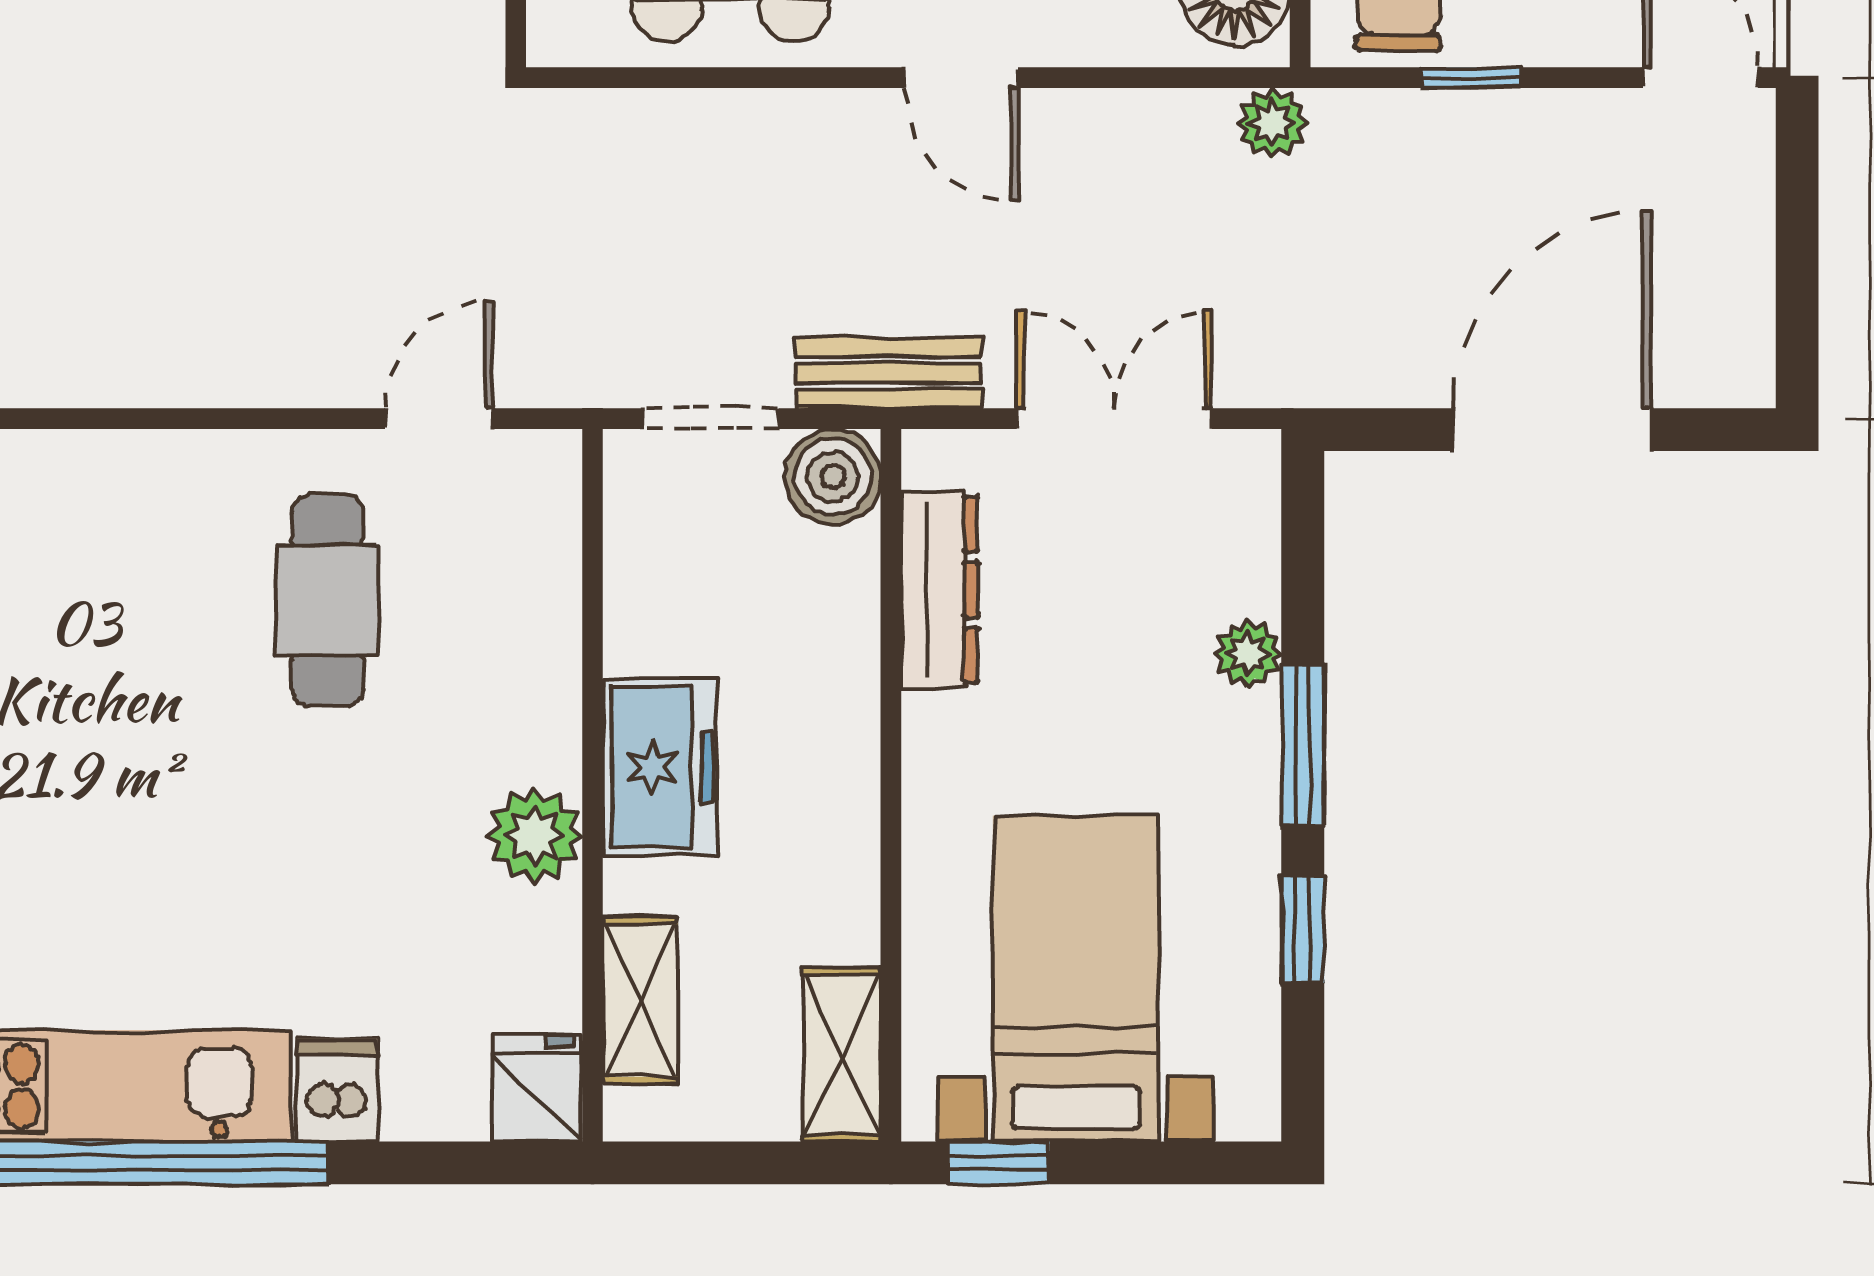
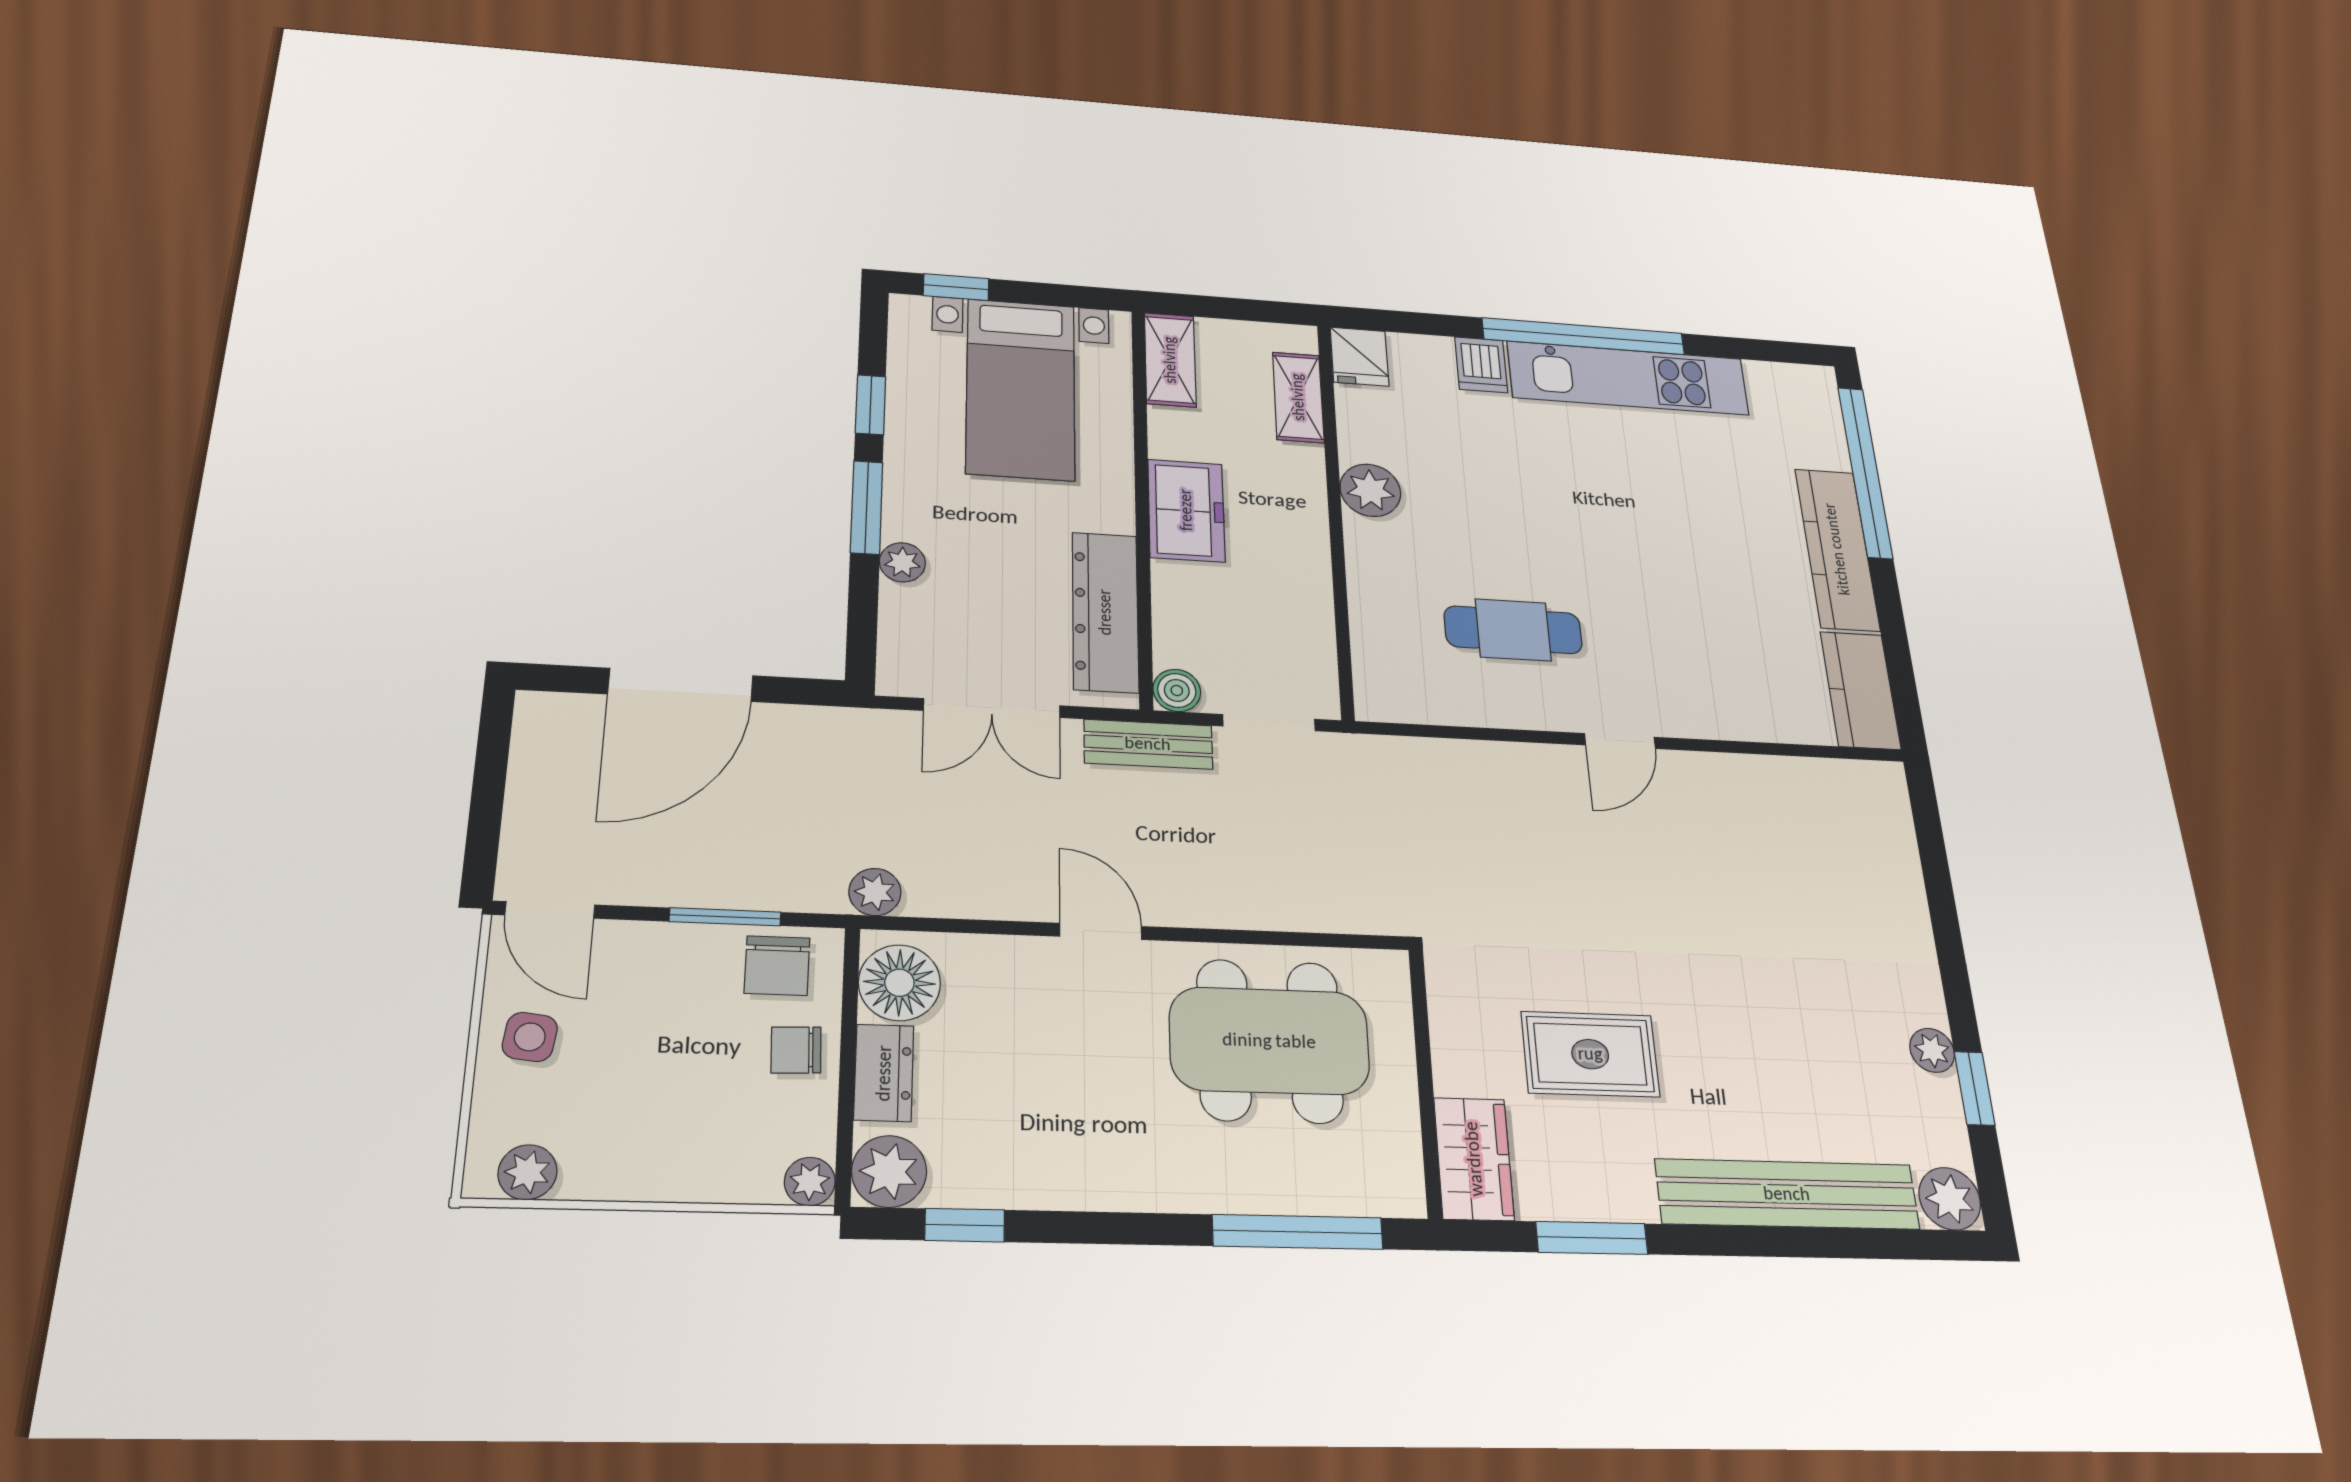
window: (1471, 78) -> (725, 917), width x1.50
door: (439, 419) -> (1620, 741), moved
boiler: (833, 477) -> (1177, 690), width x0.73, depth x0.73
dresser: (940, 590) -> (1105, 612), width x1.37, depth x1.24
cafe table: (327, 600) -> (1513, 630), turned 90
freezer: (660, 767) -> (1186, 510), moved, turned 180
window: (999, 1163) -> (956, 287), moved

